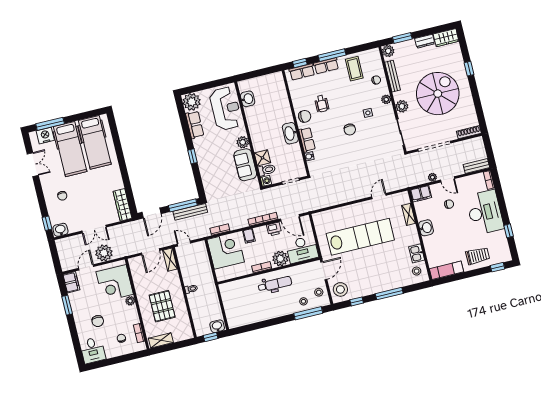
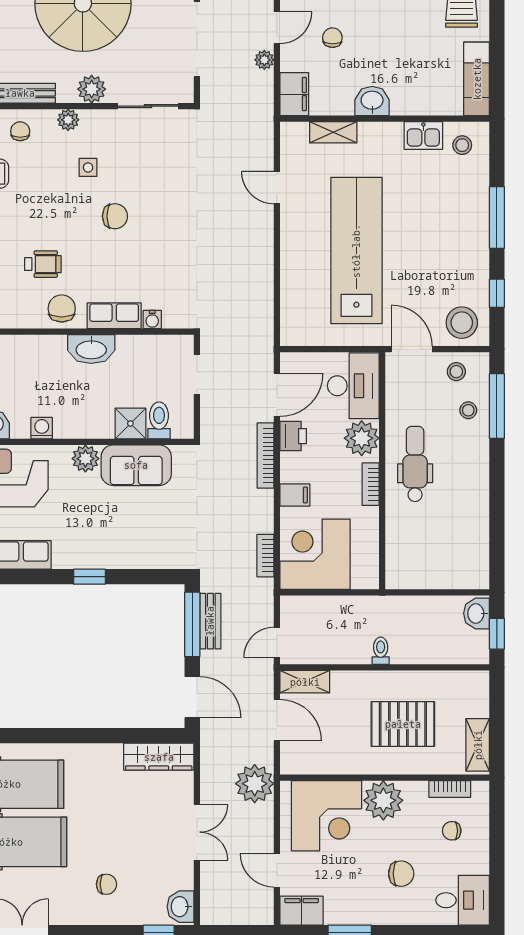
washing machine: (266, 181) -> (42, 428), moved
bench: (190, 212) -> (210, 621), width x0.73
plant: (104, 253) -> (255, 784), moved
plant: (130, 301) -> (383, 800), width x1.87, depth x1.87

